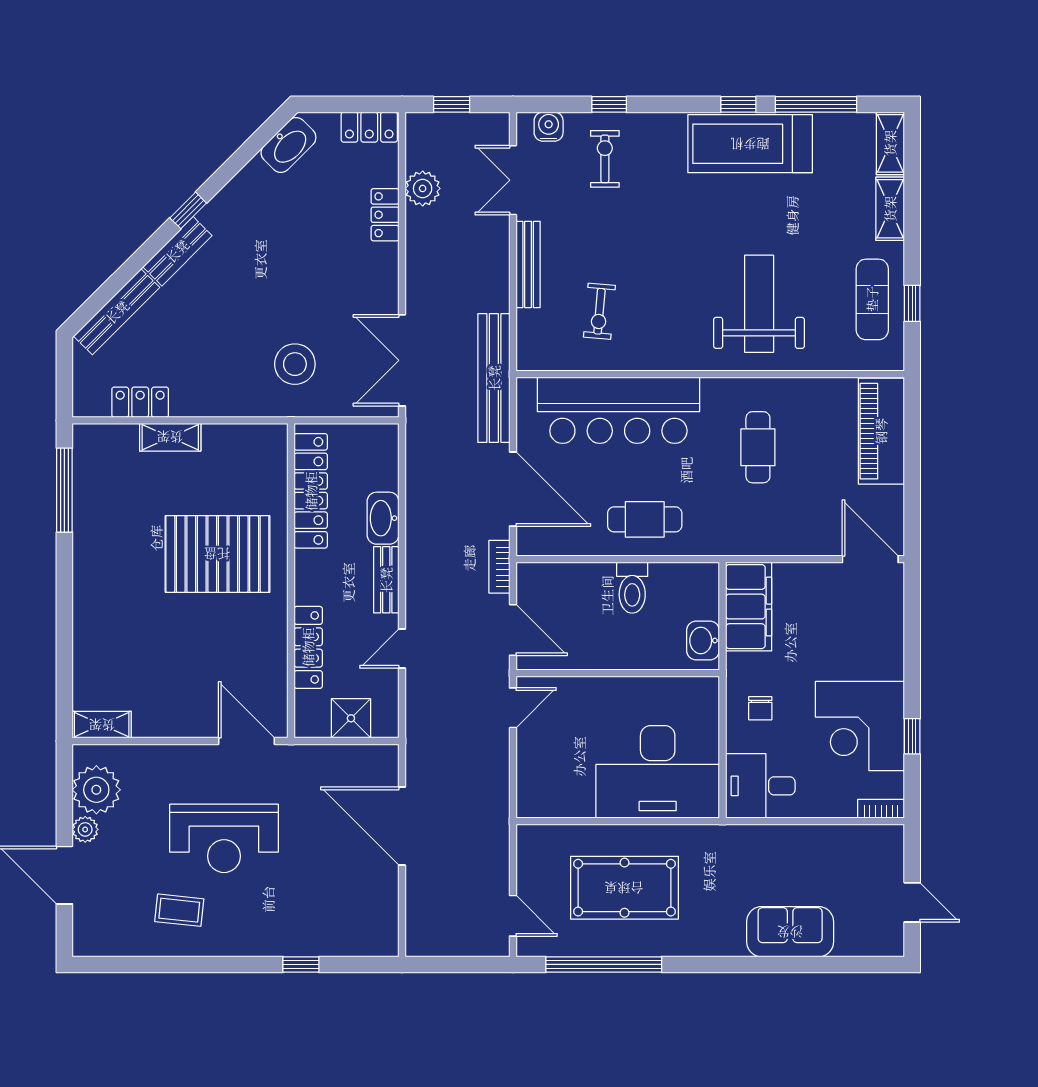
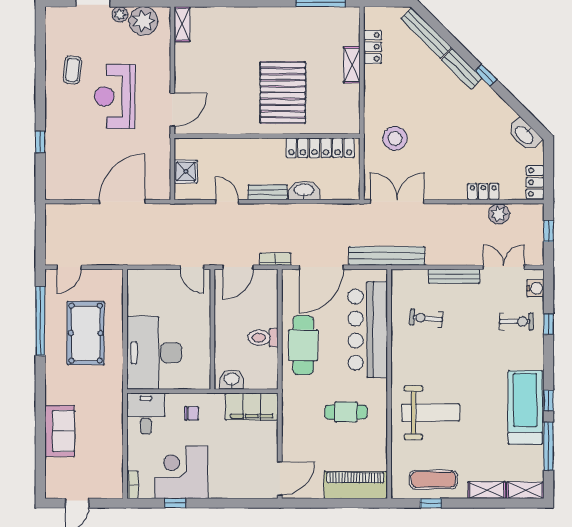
cafe table: (645, 519) -> (303, 345), width x1.37, depth x1.35
locker: (308, 647) -> (228, 146), removed
chair: (760, 708) -> (192, 413), turned 180

